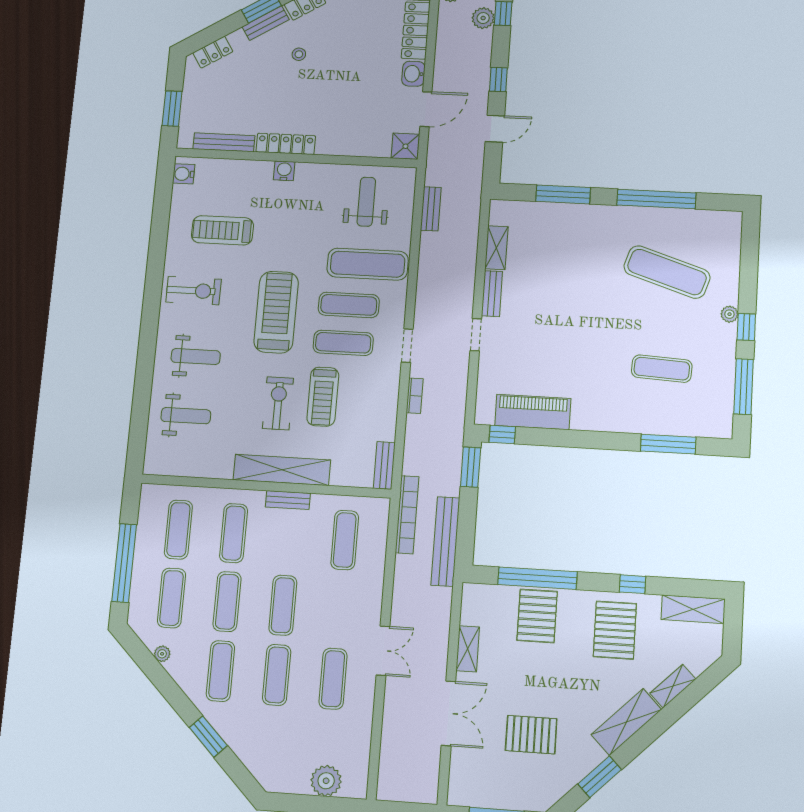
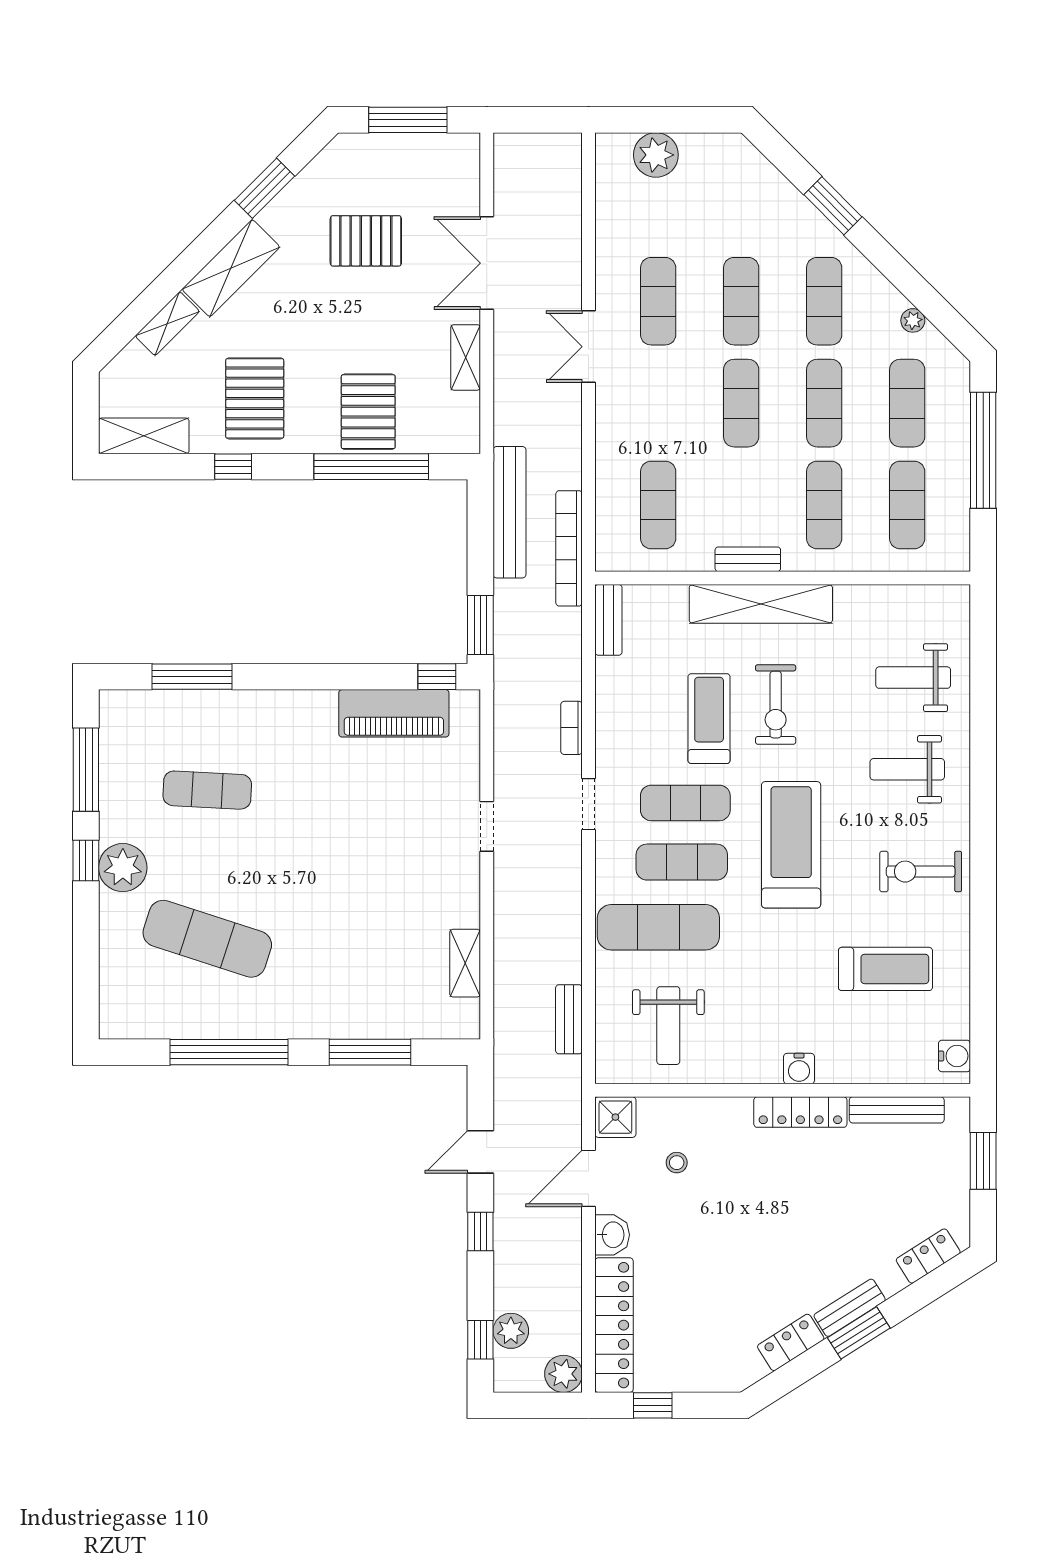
stool: (299, 54) -> (677, 1163), moved
bench: (492, 294) -> (467, 891), removed
treadmill: (276, 312) -> (791, 845), turned 180
plant: (729, 314) -> (123, 868), width x1.87, depth x1.87

